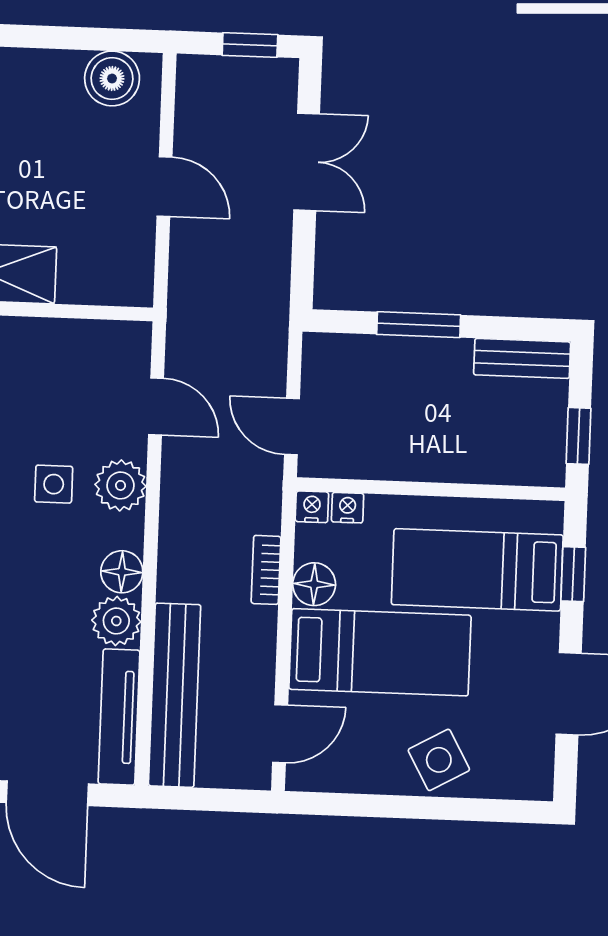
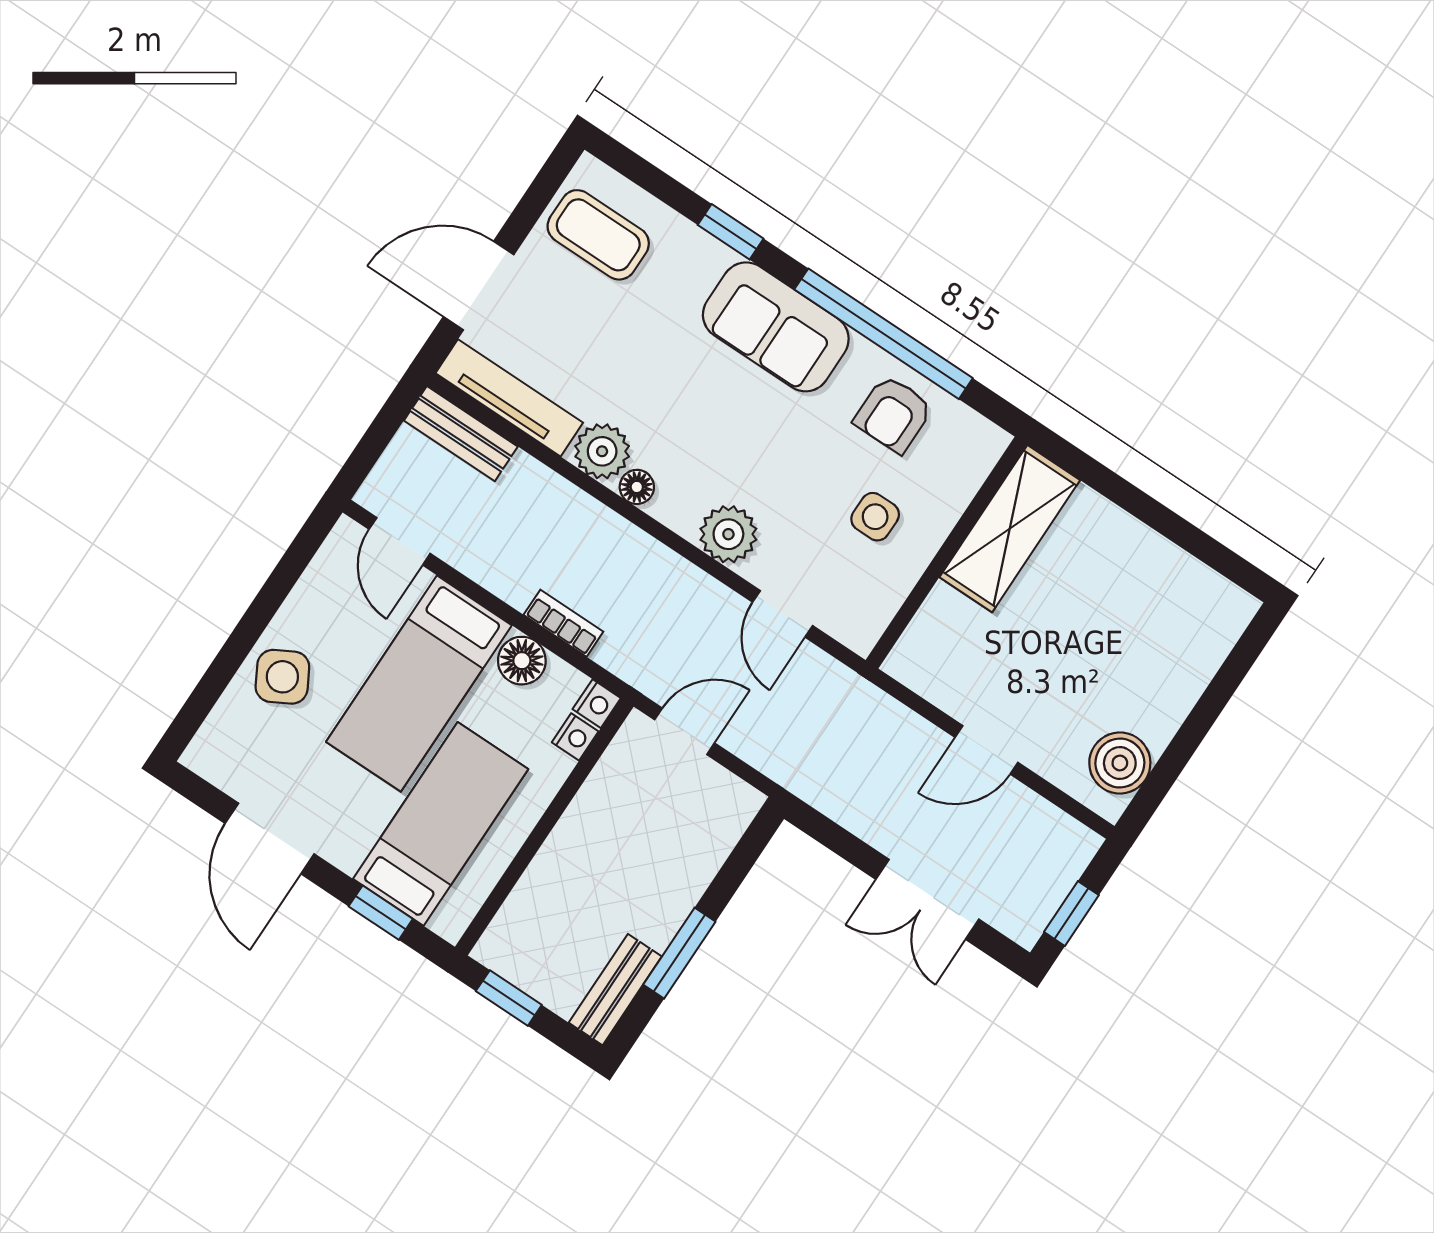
window: (419, 325) -> (679, 953), moved
door: (156, 407) -> (783, 614), hinge flipped
side table: (54, 484) -> (875, 517), moved
floor lamp: (122, 572) -> (637, 487), width x0.73, depth x0.73
bench: (175, 695) -> (461, 434), width x0.54, depth x0.82

